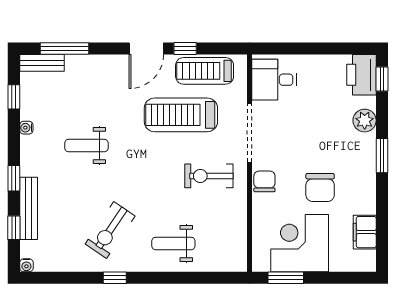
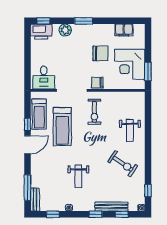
door: (146, 49) -> (27, 145), hinge flipped
window: (115, 278) -> (148, 191), moved

